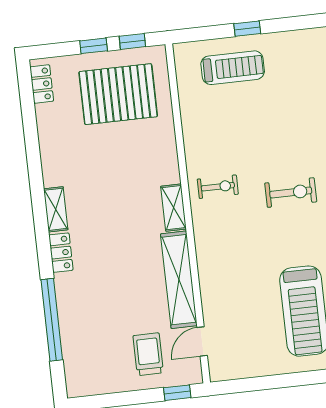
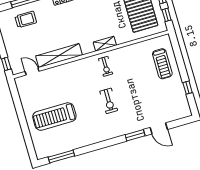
window: (247, 29) -> (188, 88), moved
shelving: (174, 208) -> (105, 44), moved
trolley: (148, 354) -> (26, 19), moved

